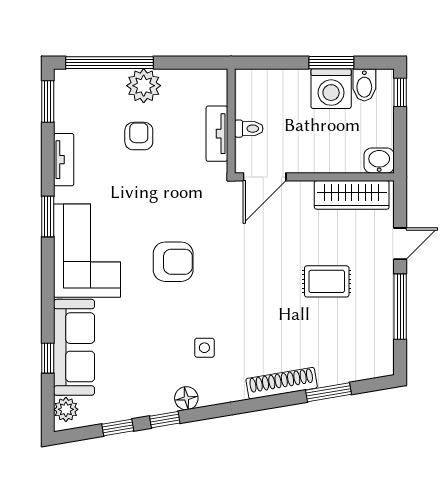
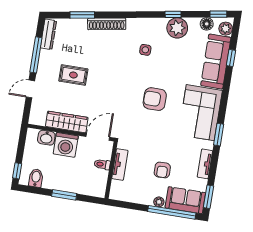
window: (331, 63) -> (64, 195), moved
plant: (144, 86) -> (159, 202), width x0.53, depth x0.53
sofa: (88, 88) -> (185, 200), added
washing machine: (331, 89) -> (66, 145), moved, turned 180
washbasin: (379, 161) -> (46, 138), moved
wardrobe: (352, 195) -> (67, 122), moved
dresser: (384, 347) -> (48, 34), added
plant: (153, 397) -> (177, 28), added
floor lamp: (186, 398) -> (207, 24), moved
window: (118, 428) -> (218, 14), moved

